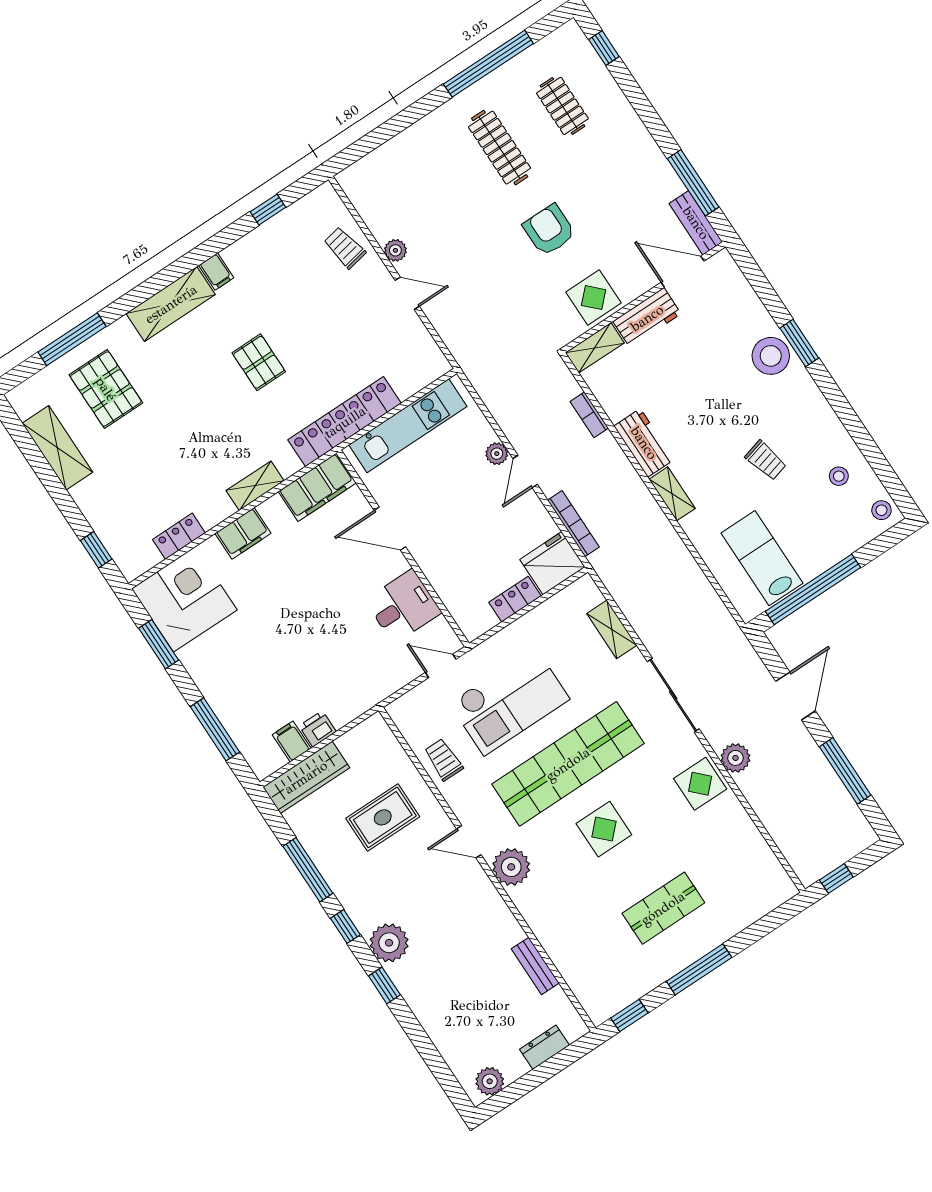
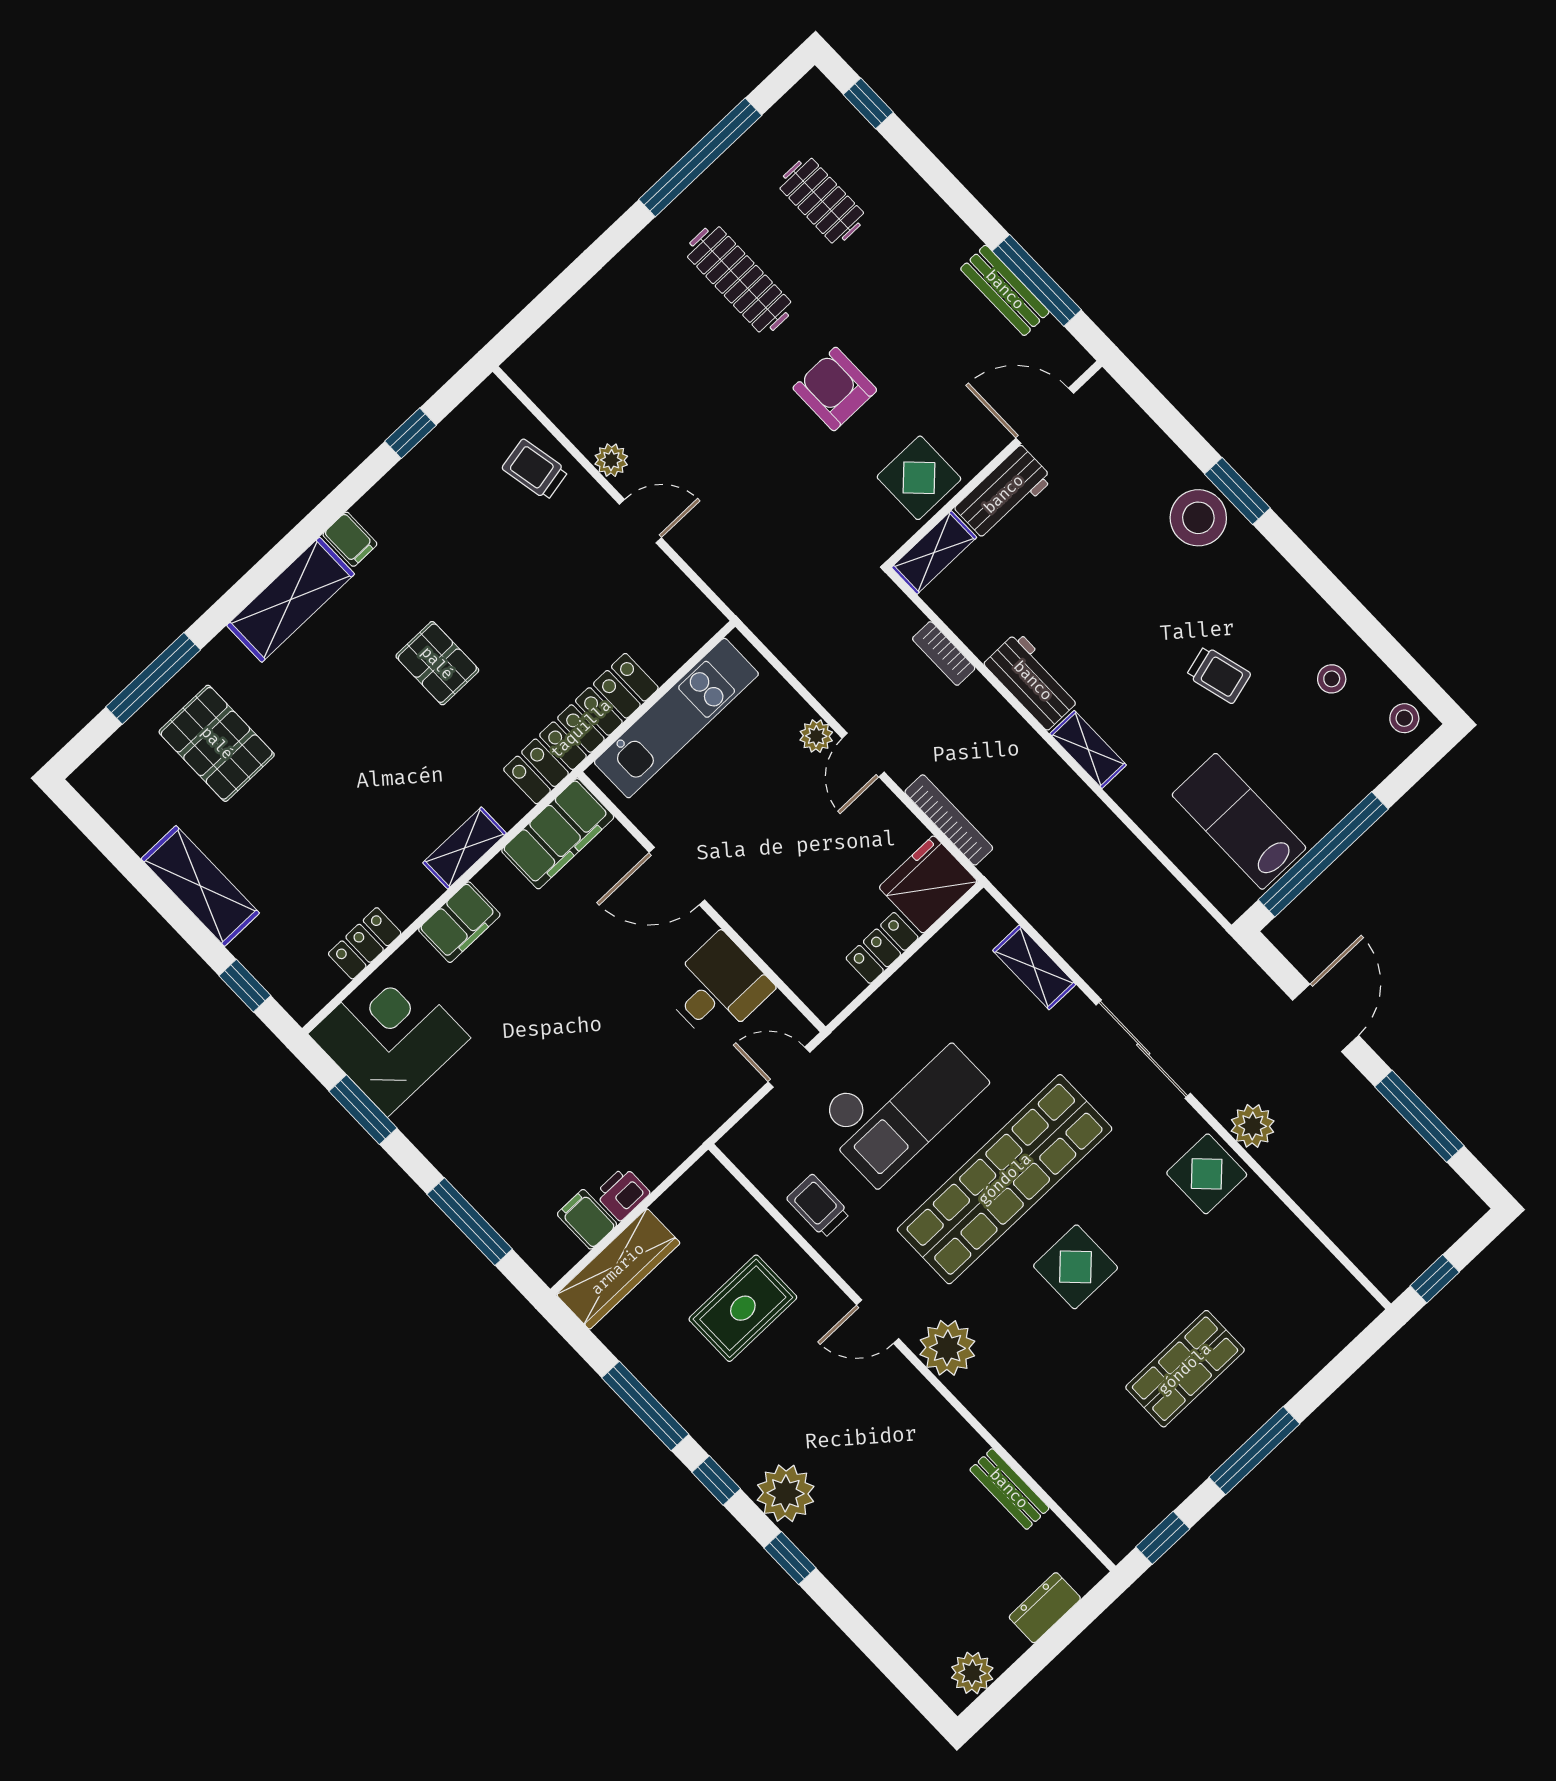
bench: (696, 223) -> (1005, 290), moved
shelving: (57, 448) -> (200, 886), moved

